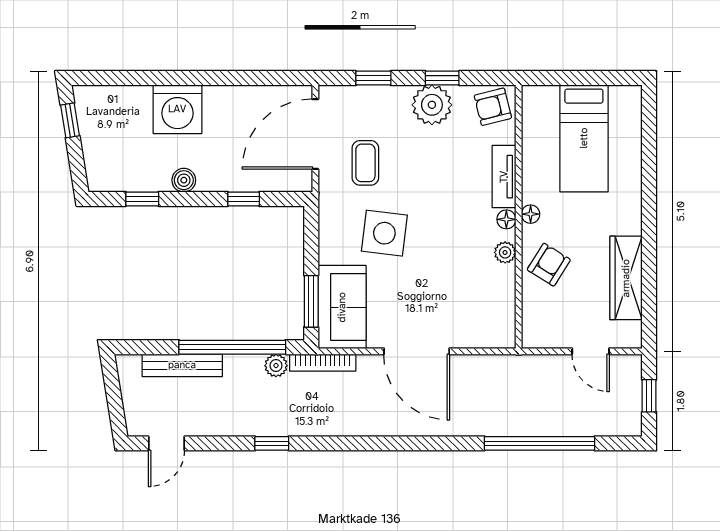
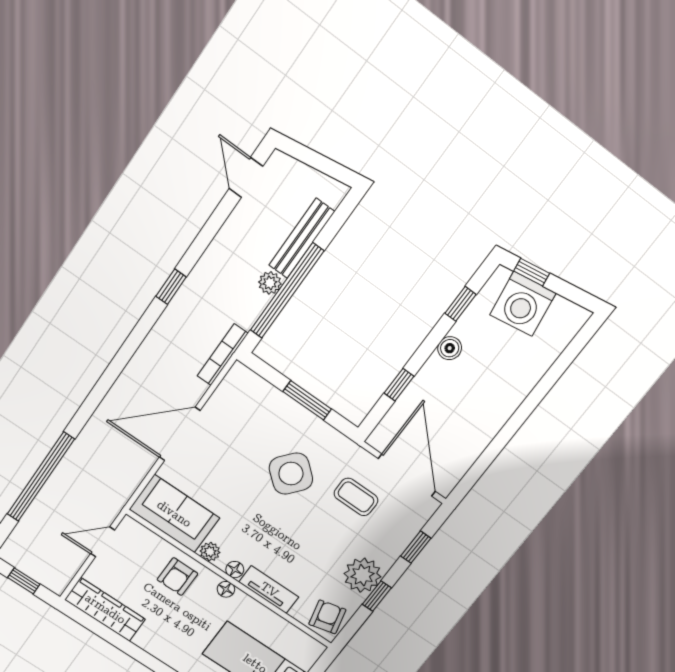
washing machine: (177, 109) -> (523, 304), moved, turned -99
window: (70, 120) -> (532, 272), moved
side table: (384, 233) -> (291, 474), turned 33
armchair: (549, 265) -> (177, 577), turned 58
wardrobe: (626, 278) -> (105, 609), moved
window: (311, 301) -> (307, 400), moved
sofa: (342, 307) -> (174, 514), moved, turned 180
door: (591, 351) -> (103, 542), moved
plant: (276, 366) -> (270, 283), moved
window: (272, 443) -> (171, 287), moved

